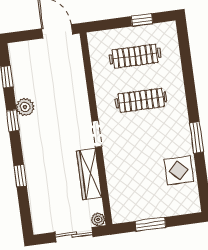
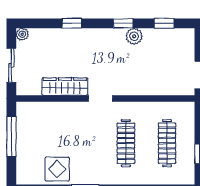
plant: (98, 219) -> (22, 34), moved
window: (151, 224) -> (11, 137), width x1.44

